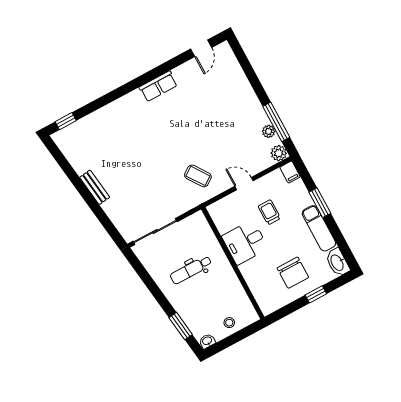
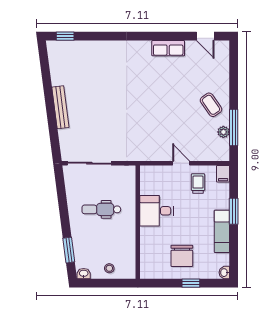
door: (201, 48) -> (205, 36), hinge flipped
row of seats: (158, 86) -> (168, 48), moved
plant: (279, 153) -> (222, 154), removed
coffee table: (198, 176) -> (211, 105), moved
bench: (95, 187) -> (60, 107), width x1.36
trolley: (269, 212) -> (198, 183), moved
washbasin: (337, 262) -> (224, 273), width x0.52, depth x0.69

